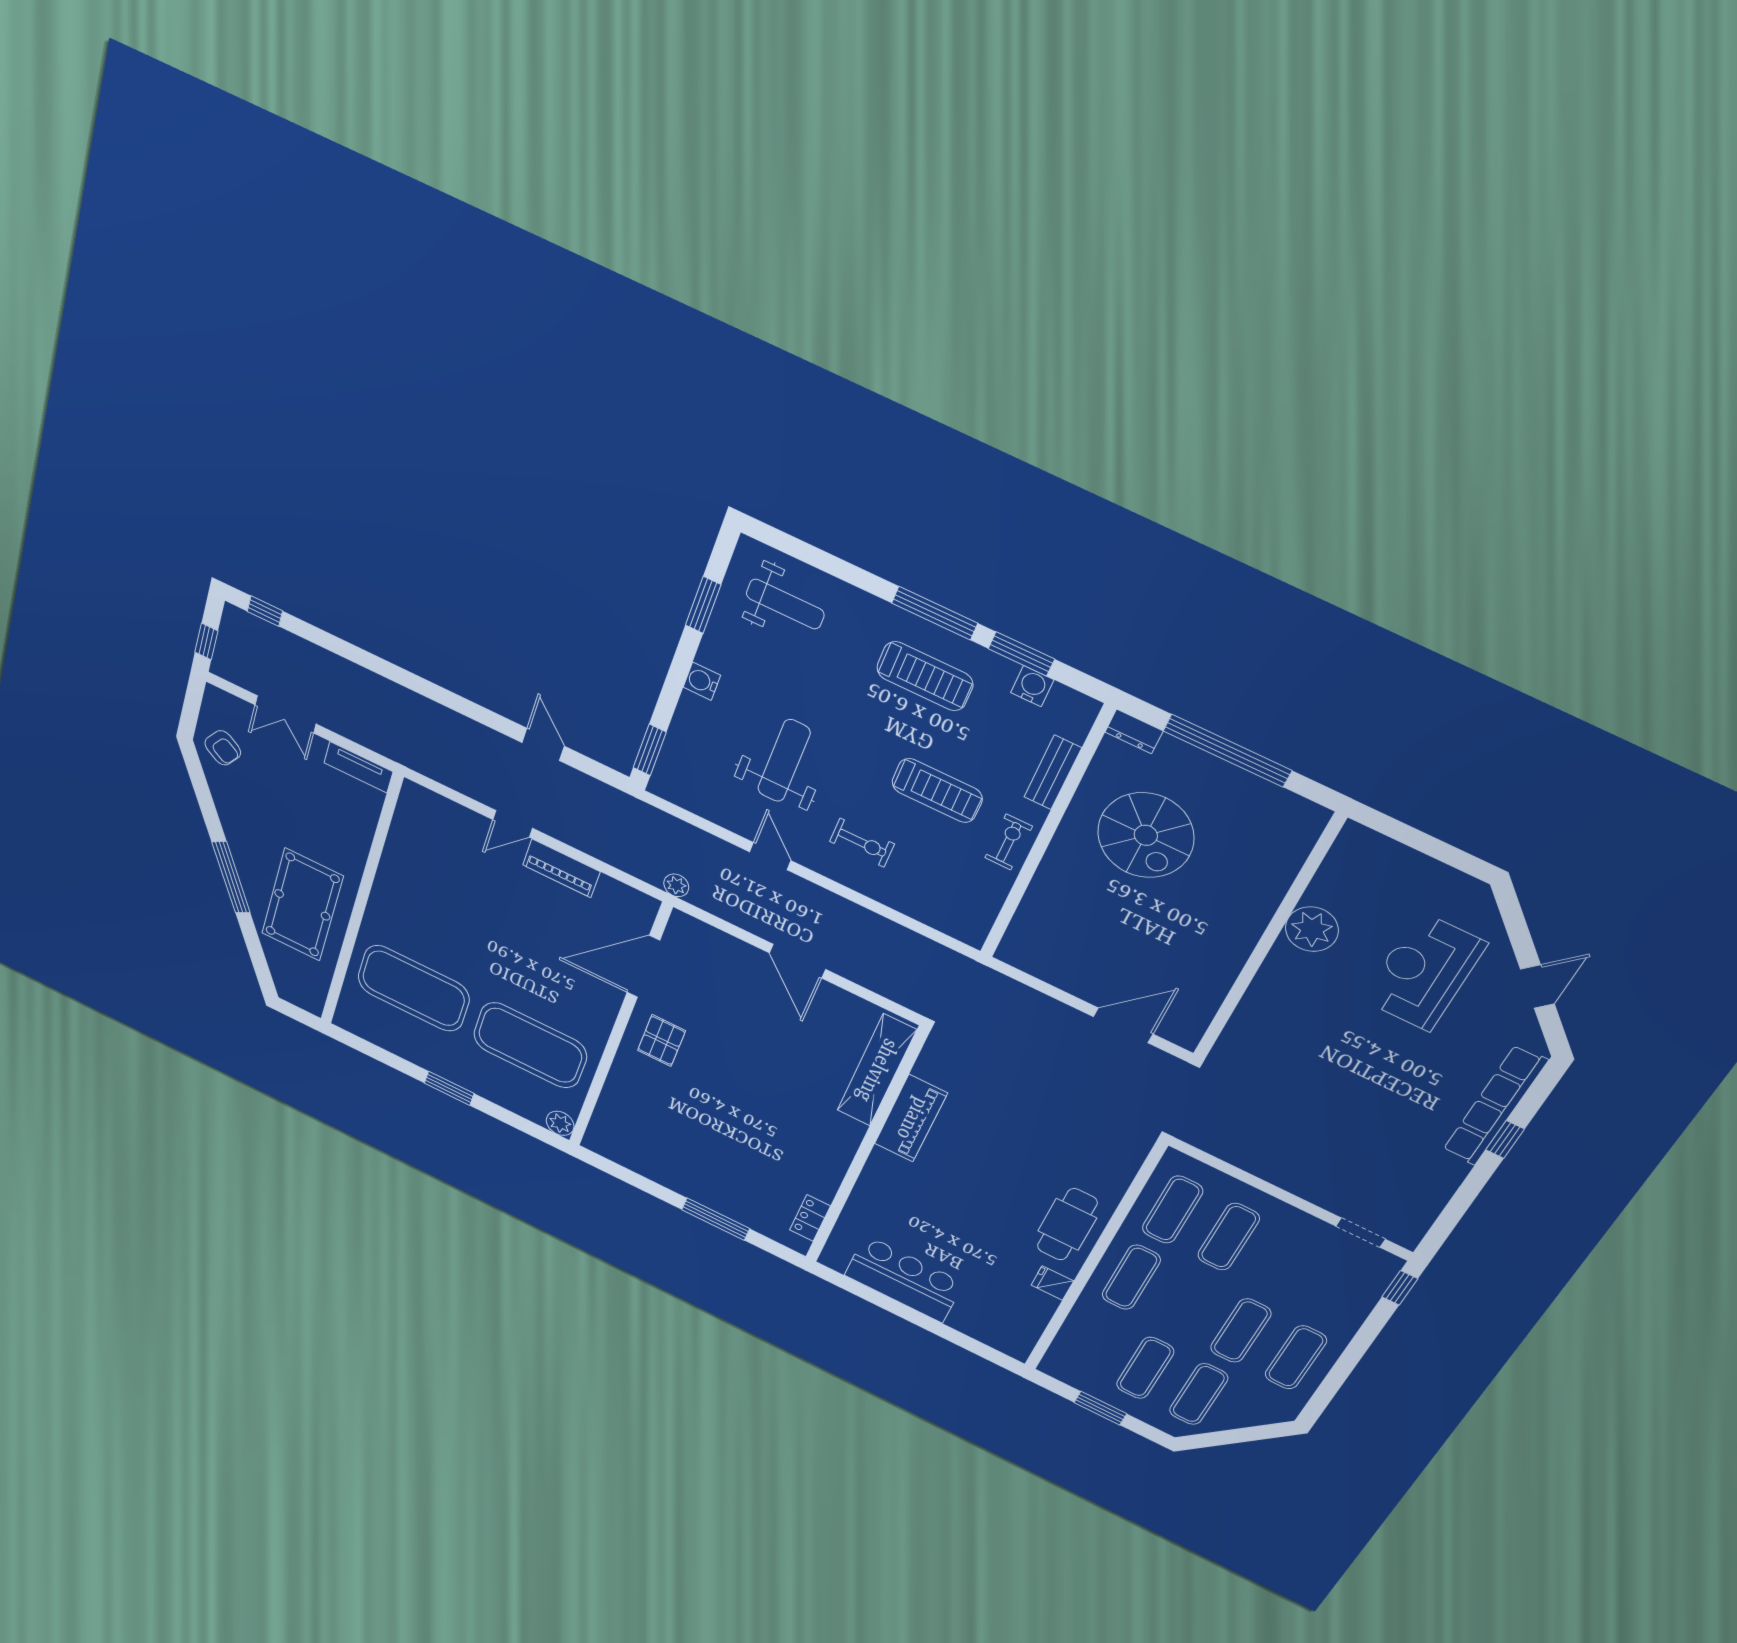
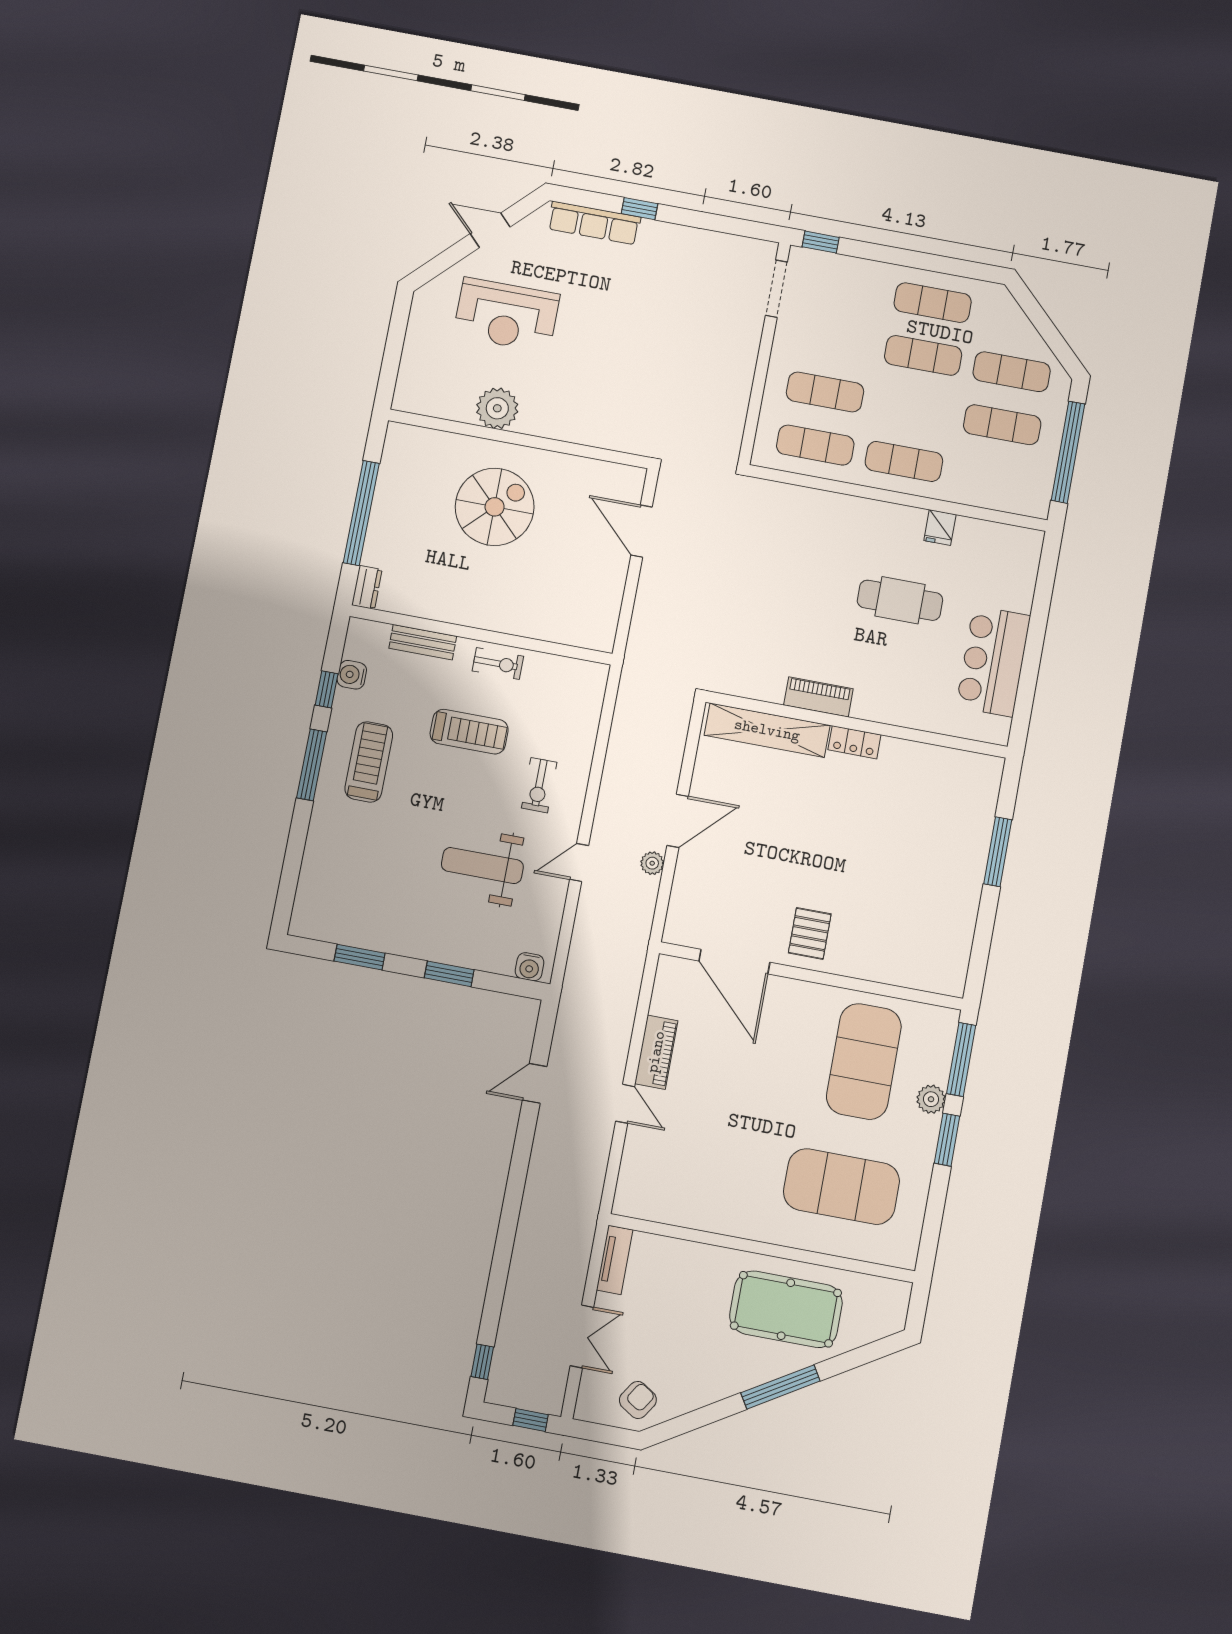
weight bench: (785, 604) -> (339, 888), removed
window: (1021, 654) -> (327, 689), width x0.67
water cooler: (702, 681) -> (530, 967), moved
window: (650, 750) -> (449, 974), moved
treadmill: (937, 791) -> (469, 732), turned 90
spiral stairs: (1146, 835) -> (495, 507), moved
exercise bike: (1009, 842) -> (498, 664), turned 180
exercise bike: (862, 843) -> (539, 785), turned 180
plant: (676, 885) -> (652, 863), moved
exercise mat: (414, 988) -> (841, 1187), turned 90
pallet: (661, 1041) -> (810, 933), turned 90
row of seats: (1495, 1106) -> (594, 223), width x0.73
piano: (911, 1118) -> (818, 697), width x0.73, depth x0.75
plant: (560, 1123) -> (931, 1099), moved
window: (523, 1124) -> (961, 1059), added
locker: (810, 1218) -> (854, 742), moved
cafe table: (1067, 1224) -> (900, 600), moved
doorway: (1361, 1233) -> (776, 289), width x1.38
window: (1100, 1408) -> (1068, 452), width x2.11

